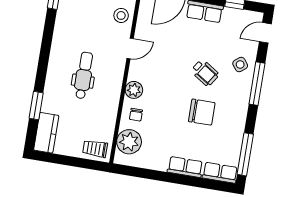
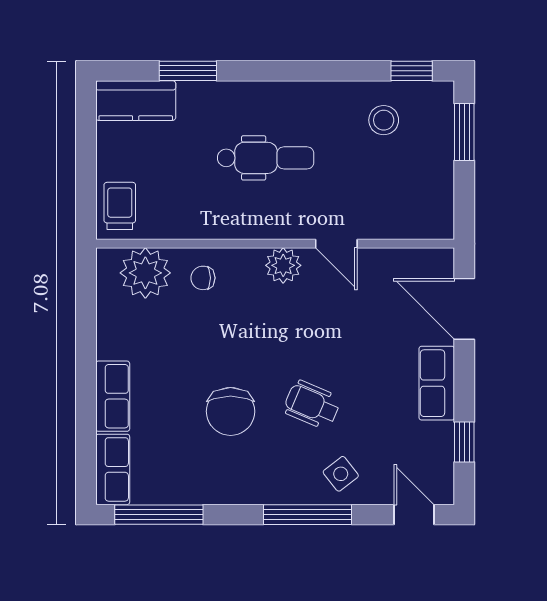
stool: (121, 15) -> (384, 120), moved
wheelchair: (205, 73) -> (312, 405), turned 80
plant: (134, 90) -> (283, 265), moved

